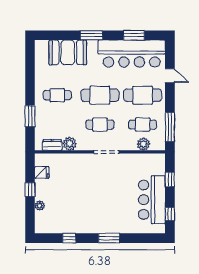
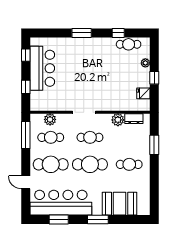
cafe table: (58, 226) -> (129, 44), added

